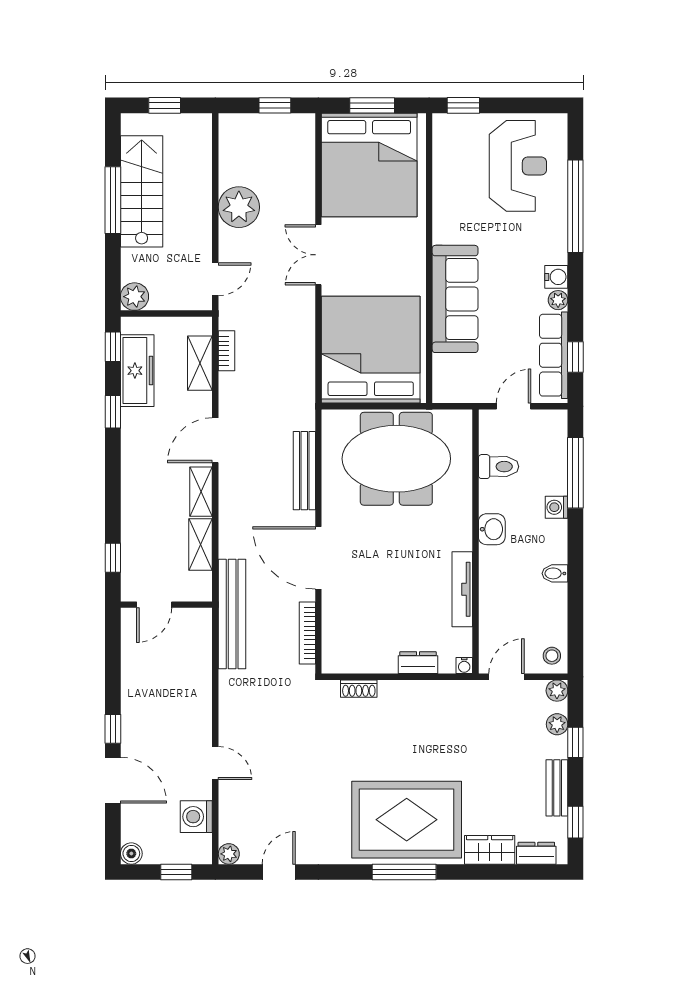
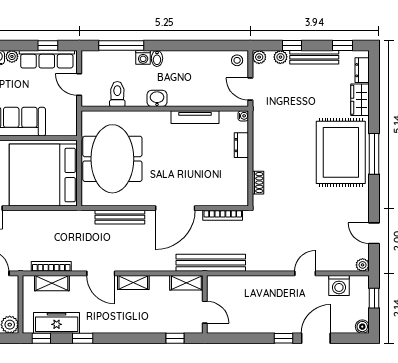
bookcase: (226, 351) -> (51, 266), width x1.56
shelving: (201, 544) -> (186, 283), moved
bidet: (555, 573) -> (157, 58), moved
bench: (557, 788) -> (314, 57), width x1.36

